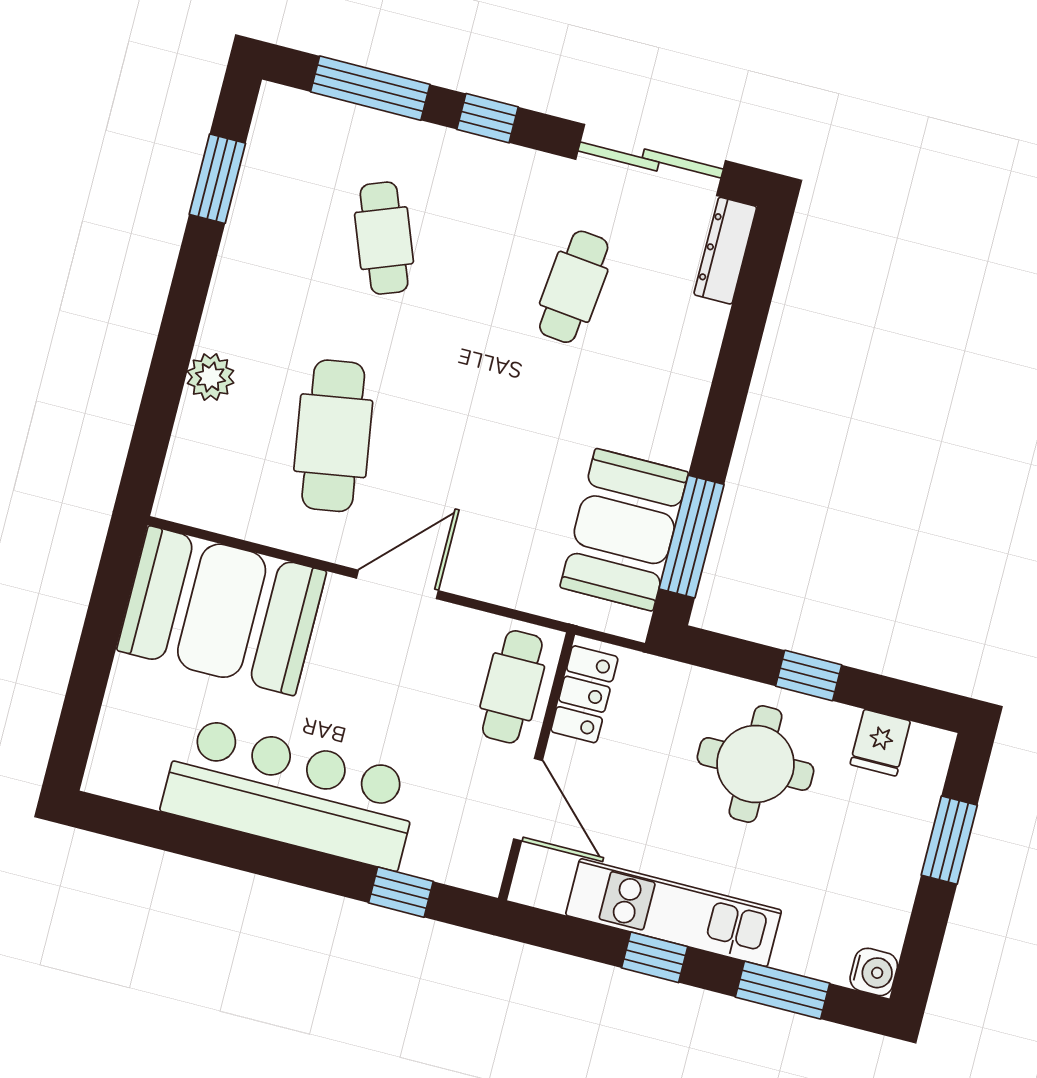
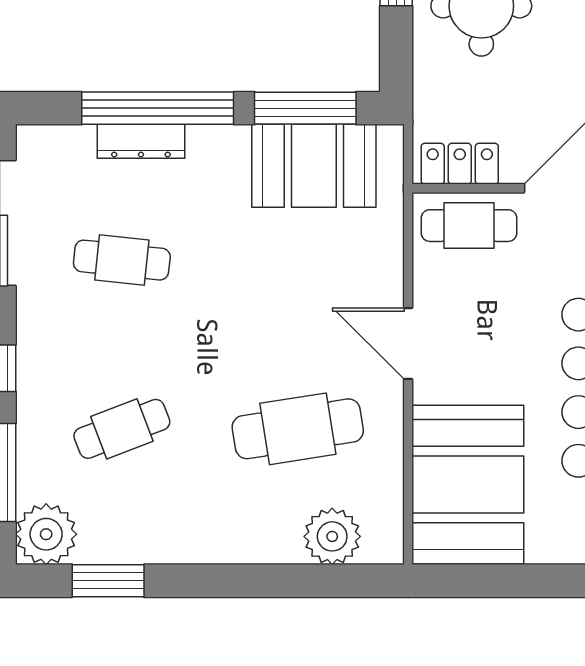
plant: (288, 123) -> (46, 534), added
dresser: (725, 251) -> (141, 141), moved
window: (734, 371) -> (158, 108), added
plant: (210, 377) -> (332, 536), moved, width x1.36, depth x1.36

